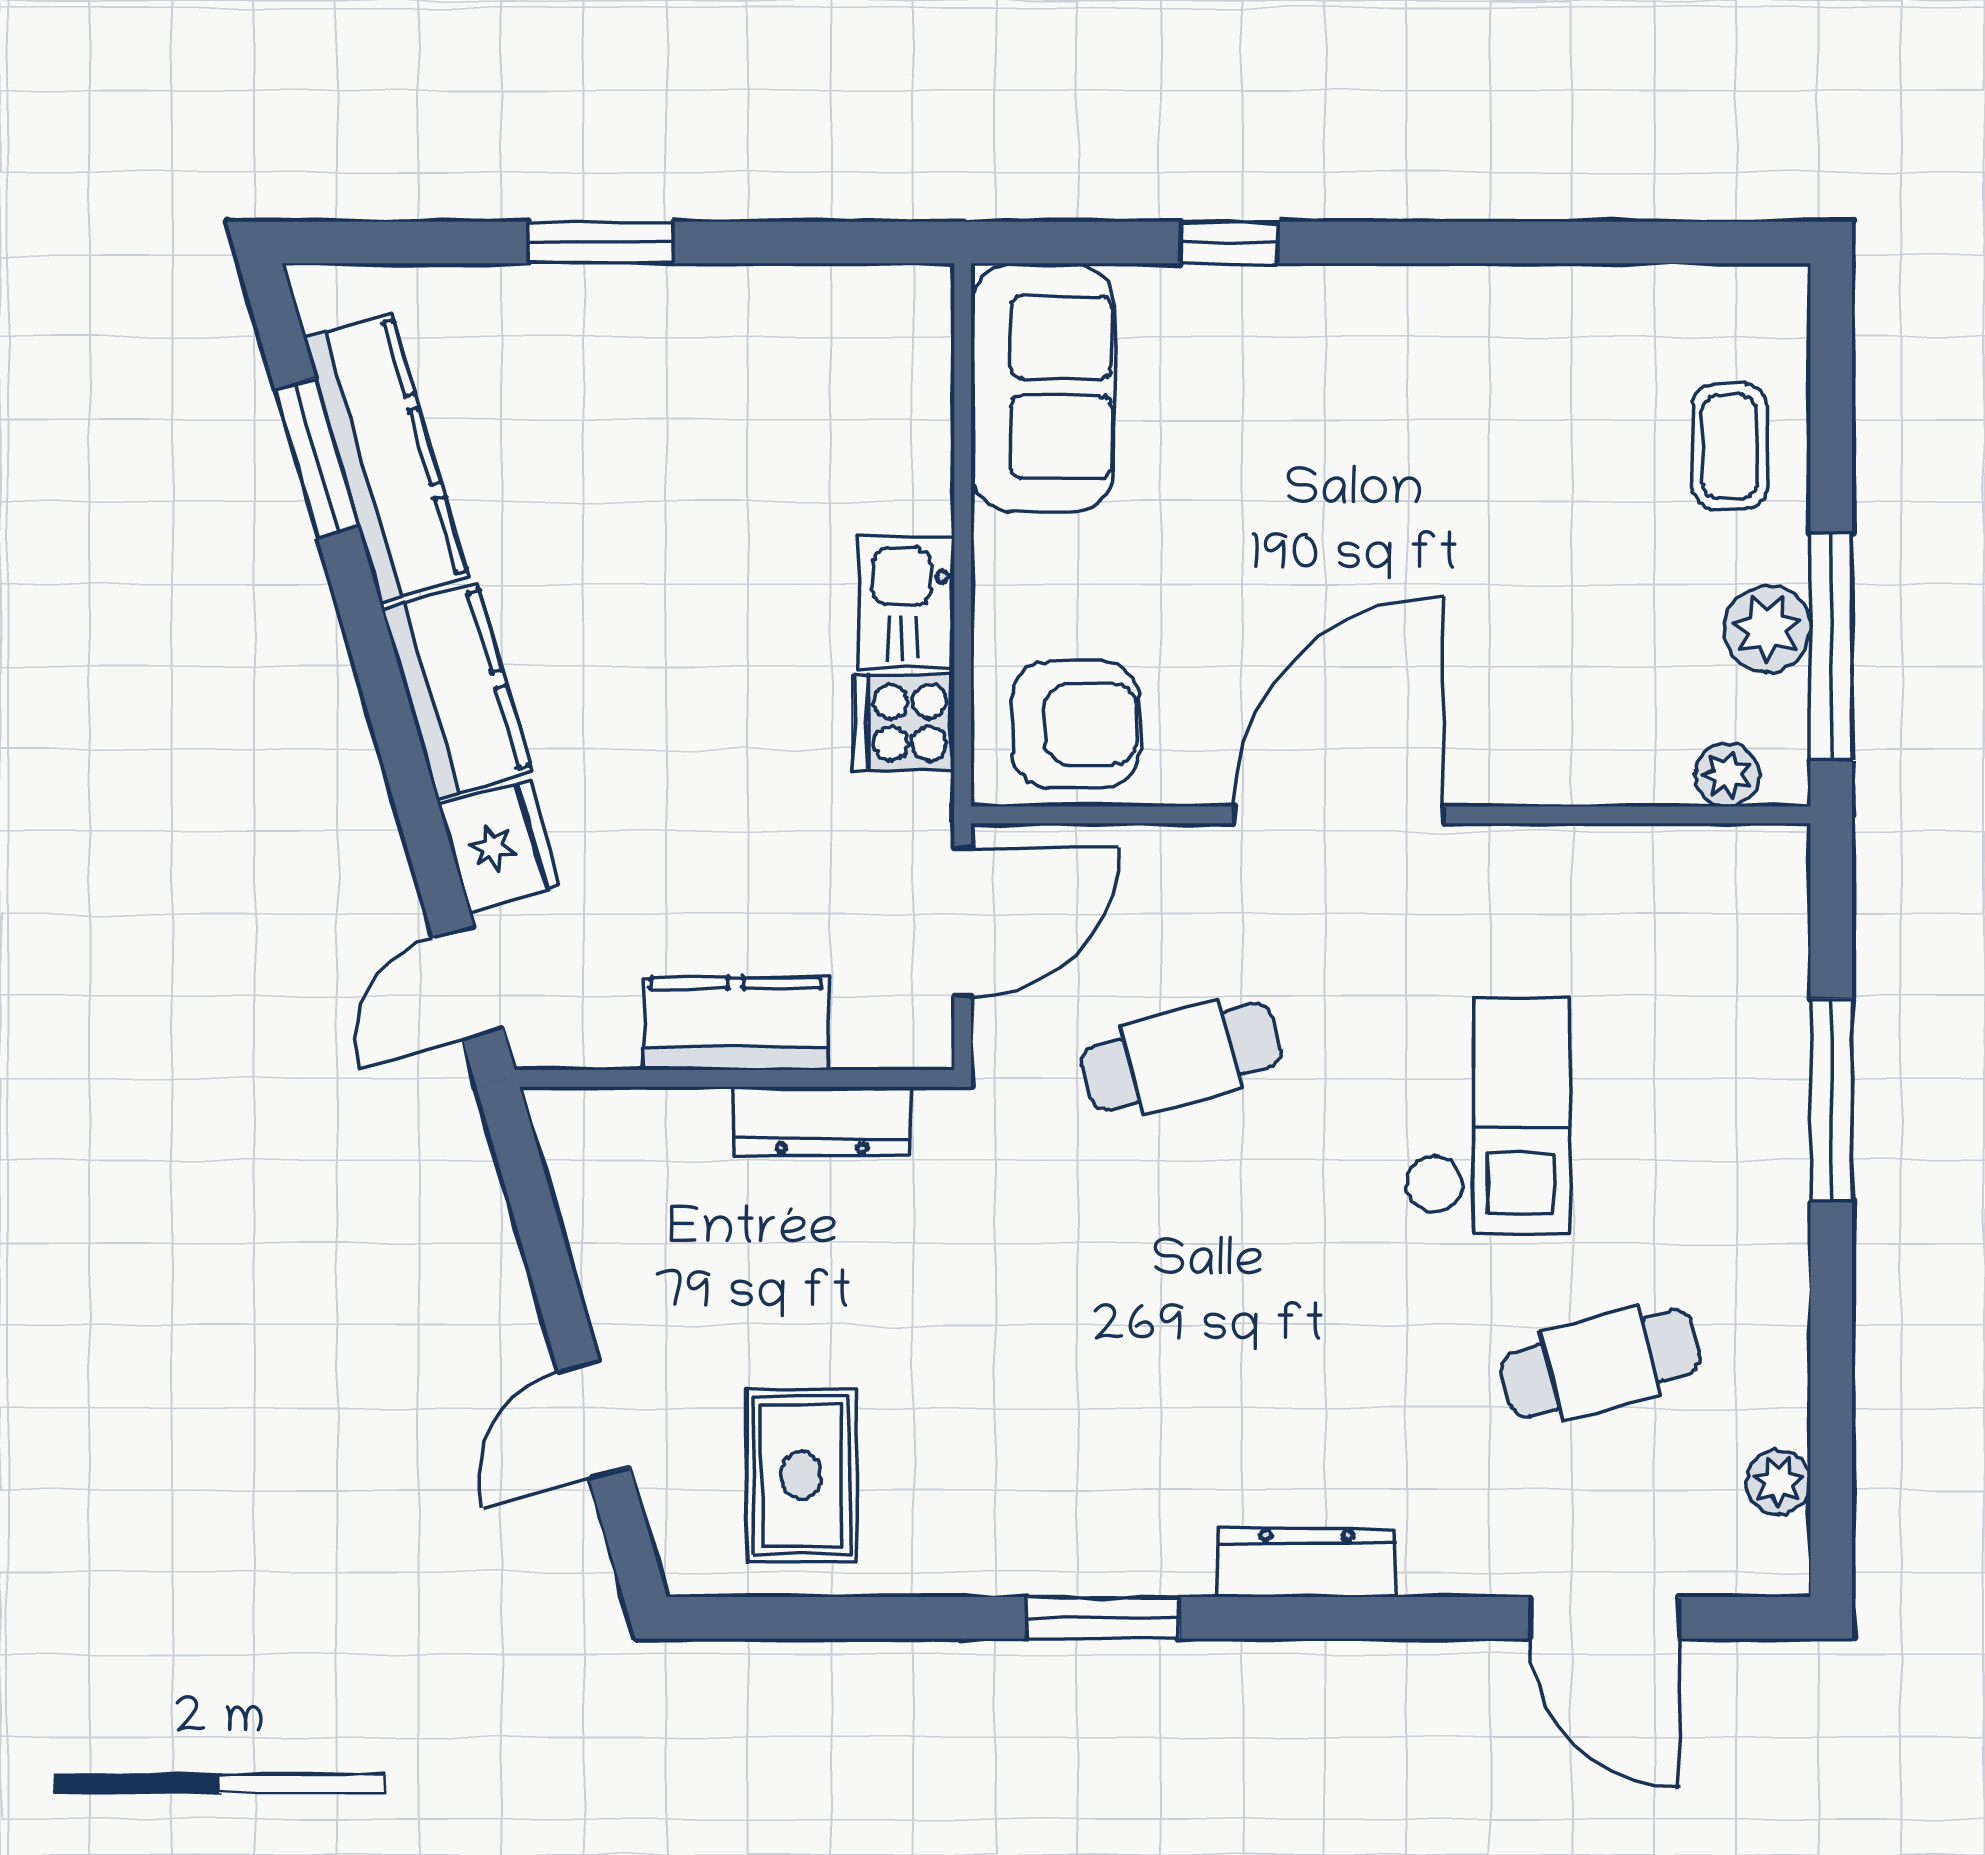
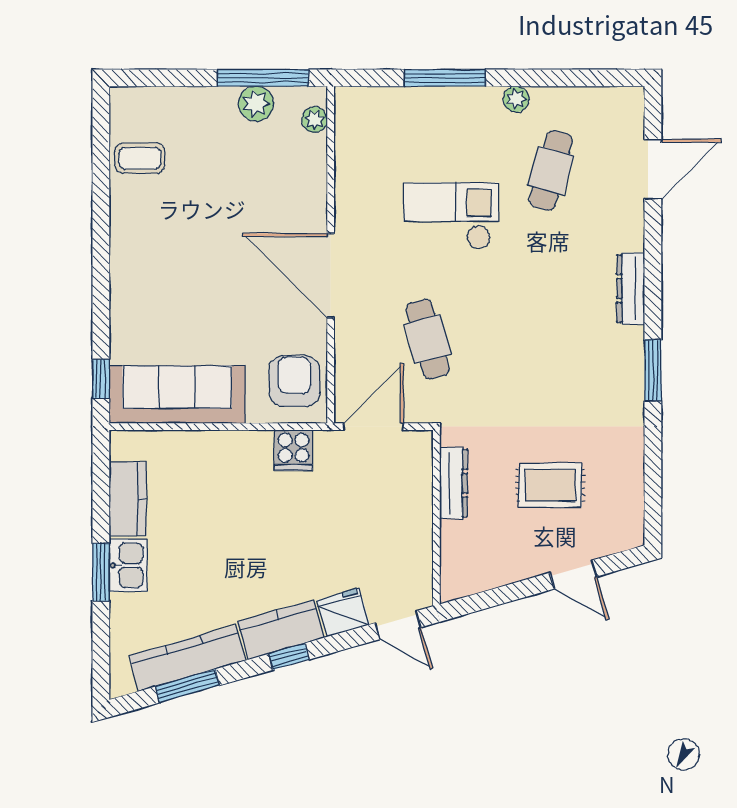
window: (1229, 243) -> (101, 379), moved
sofa: (1043, 387) -> (177, 394), width x1.36
coffee table: (1729, 447) -> (140, 158), moved
kitchen sink: (907, 603) -> (128, 565), moved, turned -90
window: (390, 711) -> (289, 657), added
door: (963, 922) -> (373, 427), hinge flipped
kitchen counter: (736, 1024) -> (128, 499), moved, turned 180
cafe table: (1600, 1363) -> (551, 171), turned 30
rug: (801, 1475) -> (550, 485), moved
plant: (1778, 1482) -> (516, 99), moved

